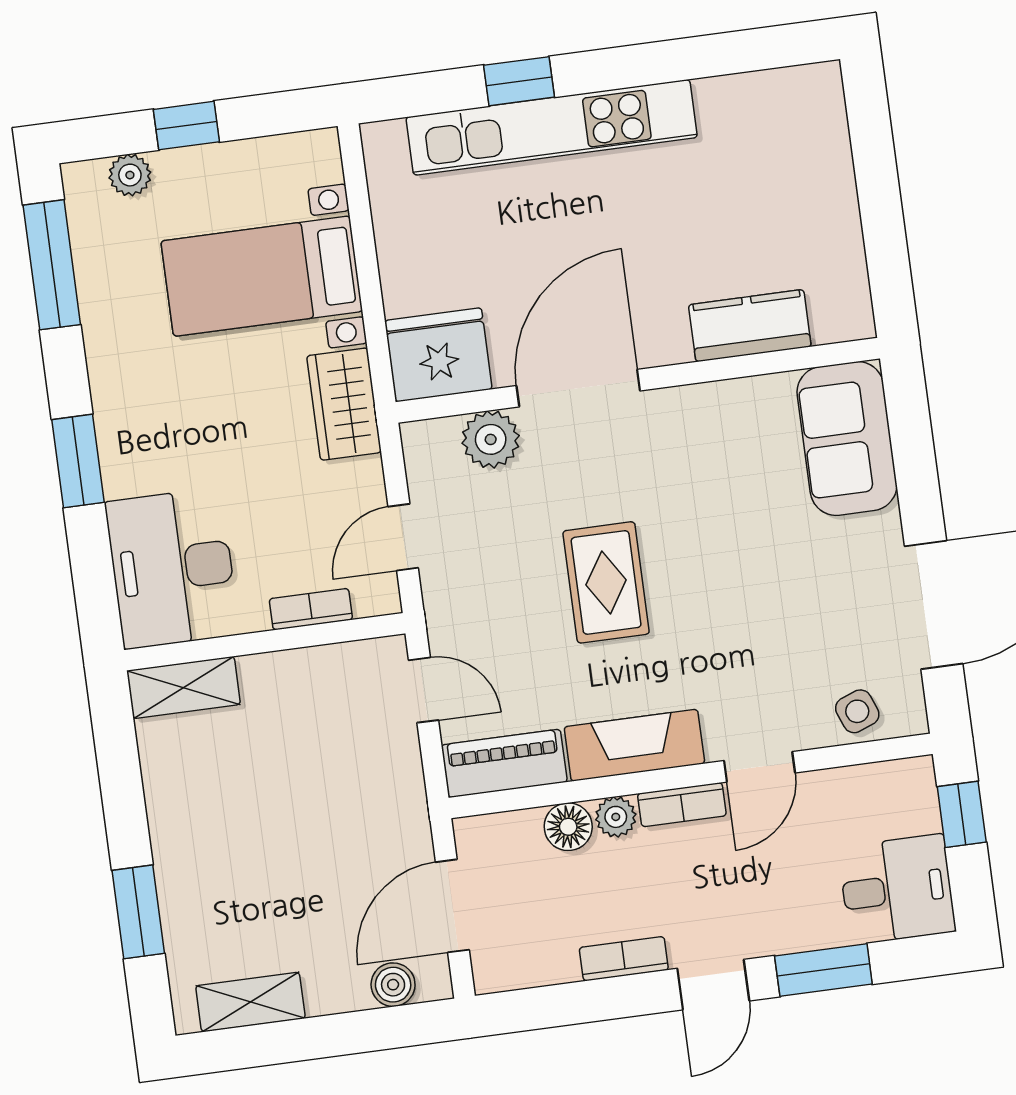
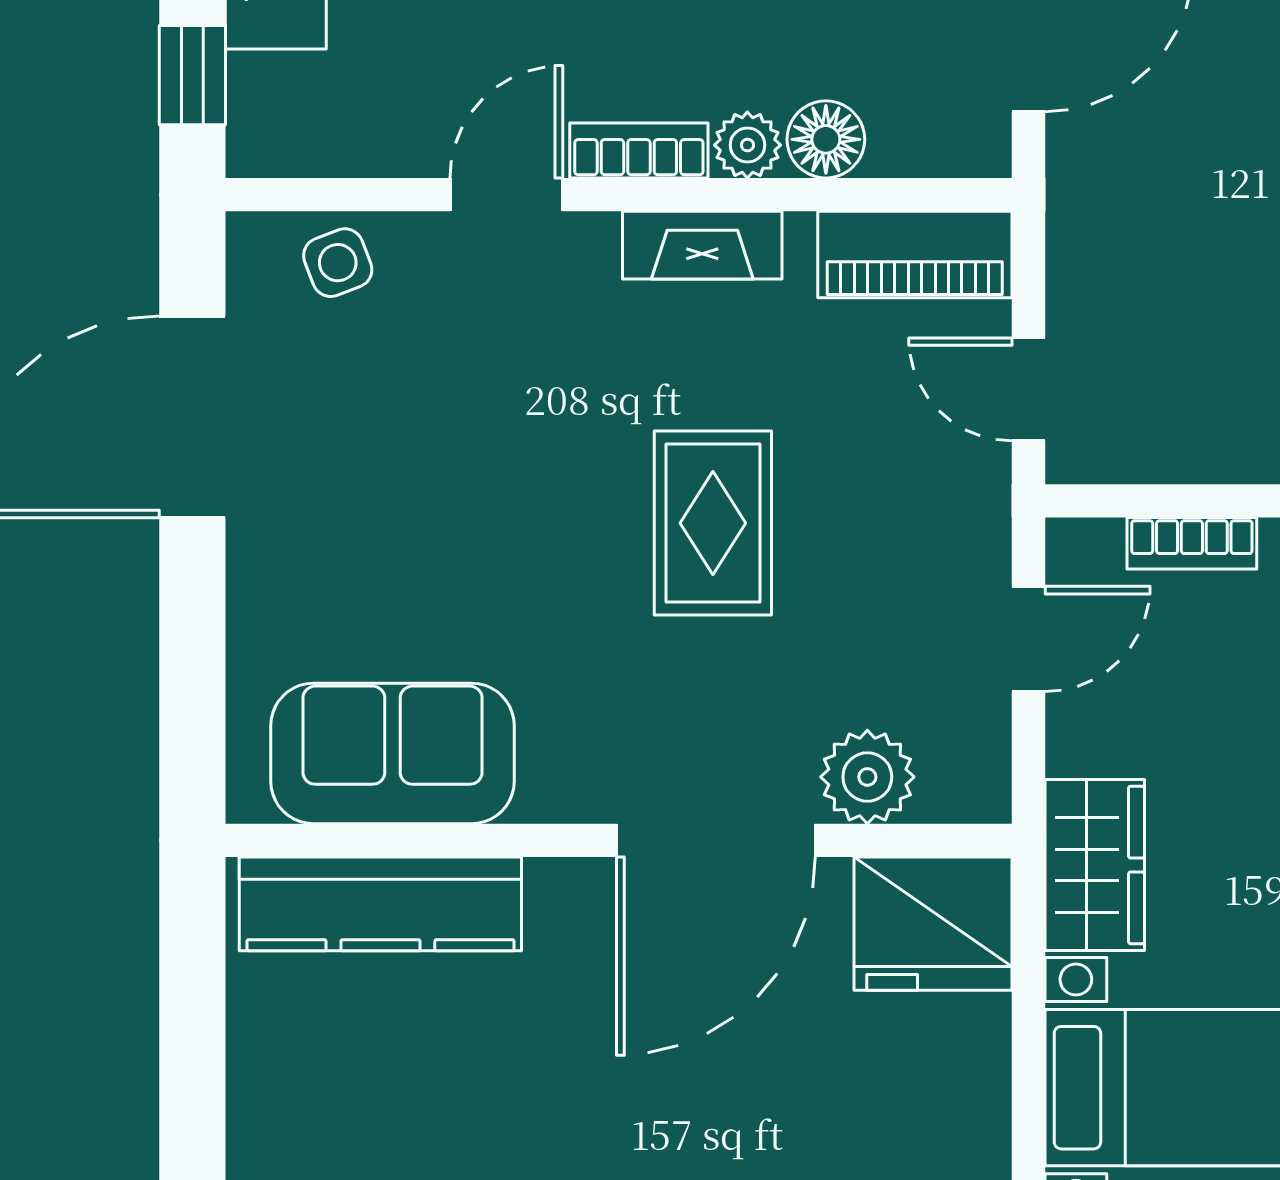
kitchen counter: (750, 326) -> (380, 904), width x1.50
sofa: (847, 439) -> (392, 753), moved, turned -90
fireplace: (634, 745) -> (702, 245), width x0.73, depth x0.76

